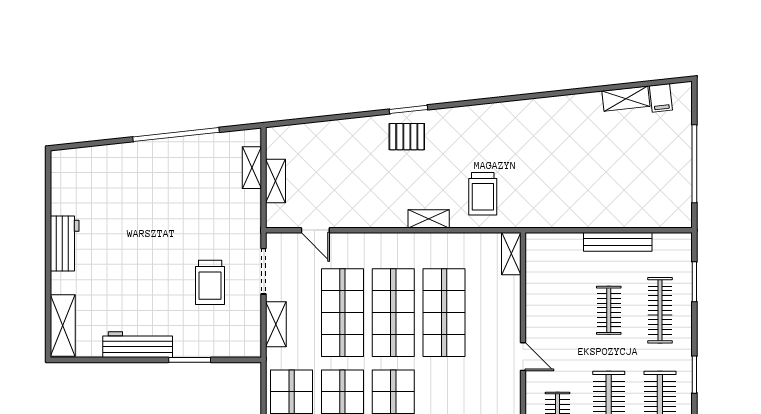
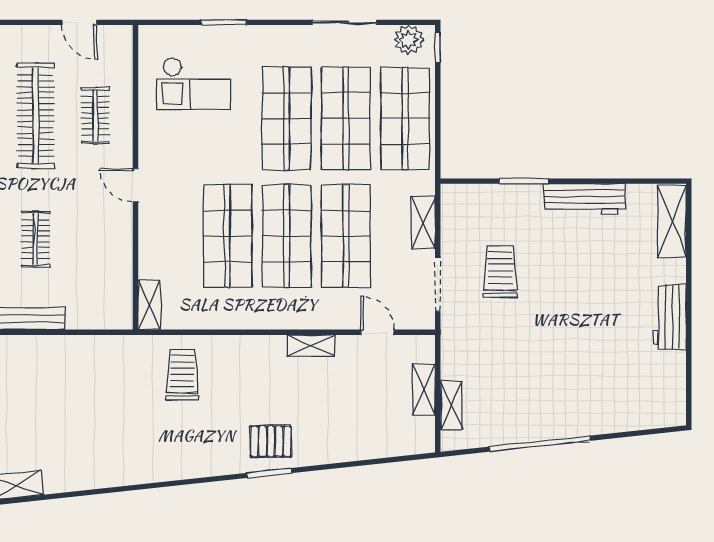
shelving: (429, 219) -> (311, 346), moved

